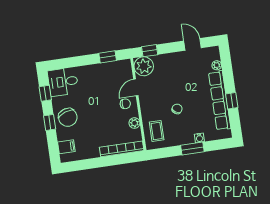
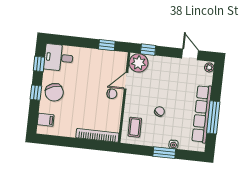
plant: (217, 65) -> (209, 67), moved
window: (232, 101) -> (213, 117), width x2.17
plant: (134, 123) -> (116, 114), removed

